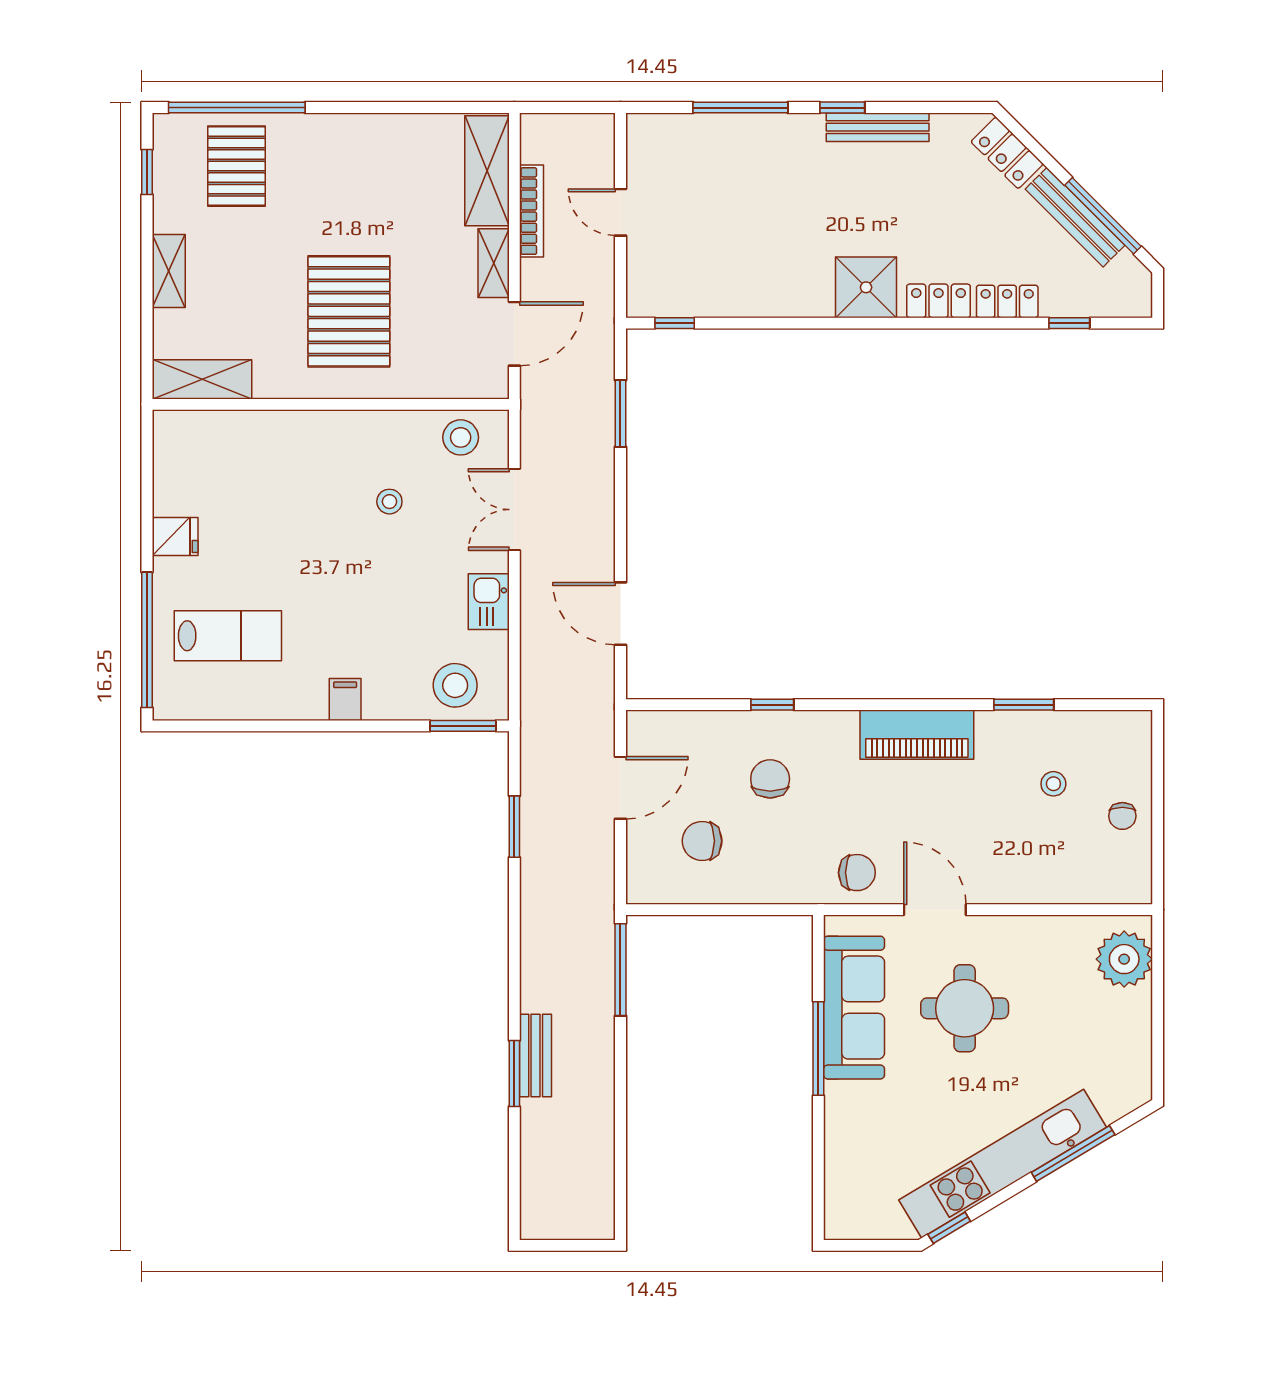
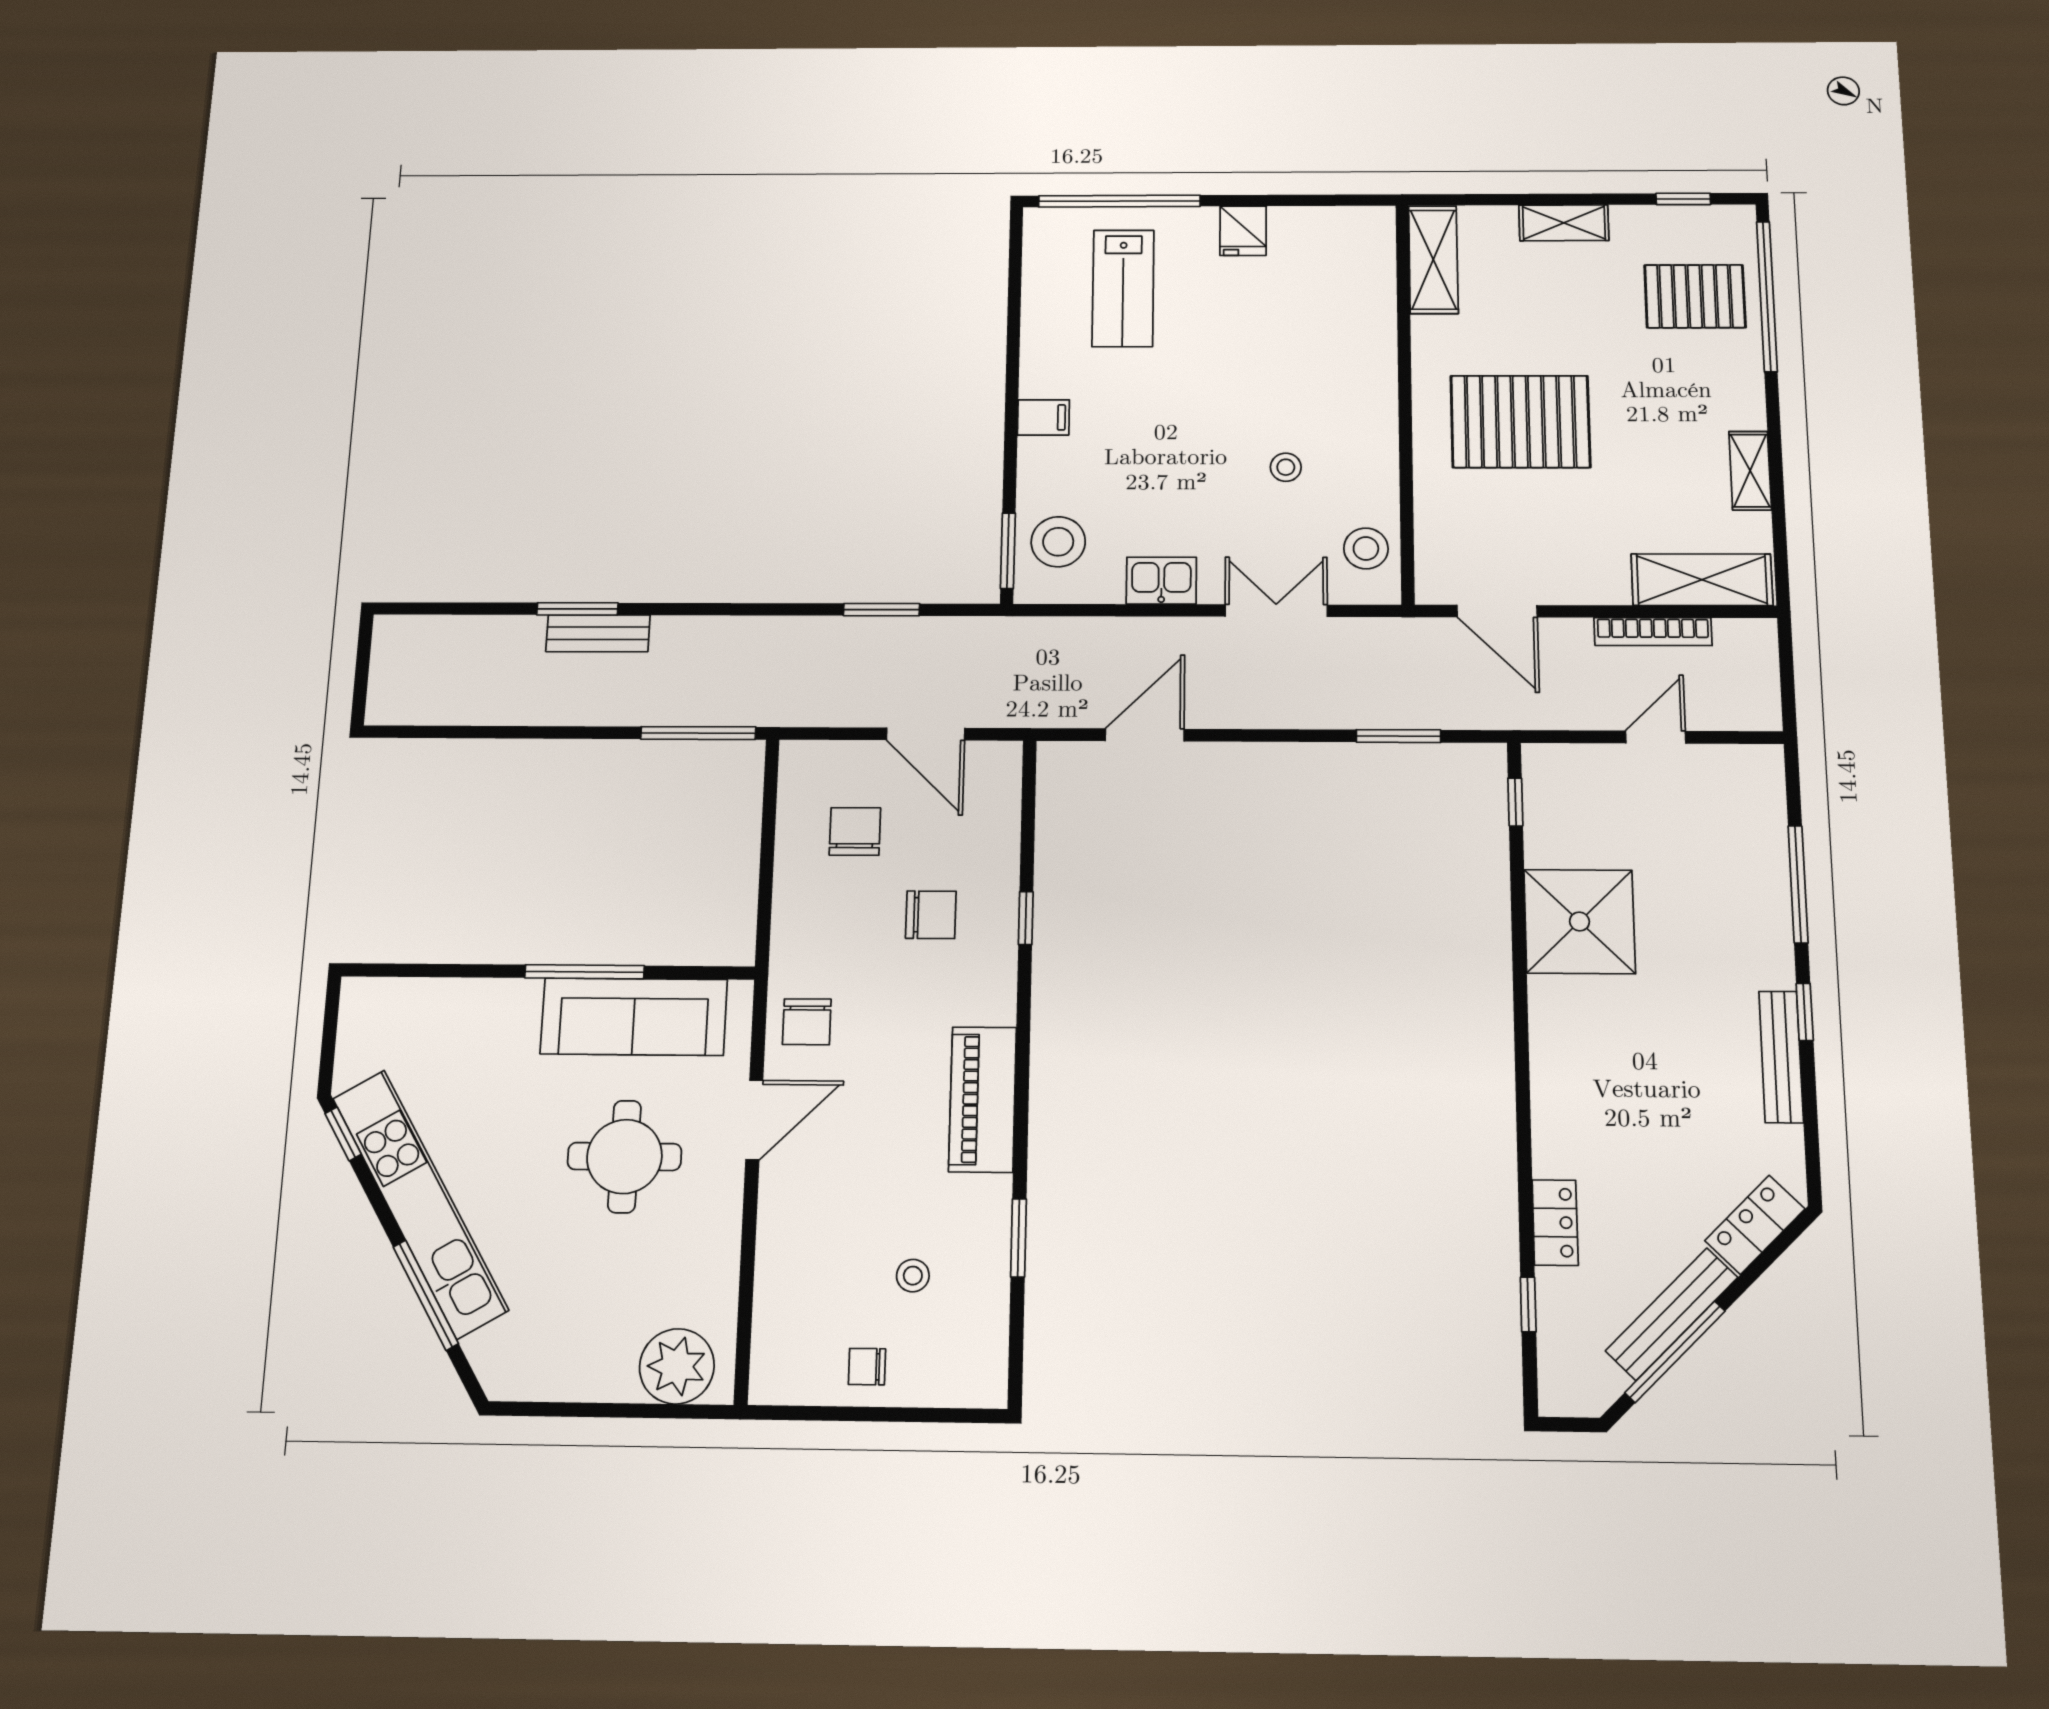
shelving: (494, 263) -> (1750, 471), moved, turned 90
shower: (866, 287) -> (1580, 921), moved, width x1.37, depth x1.37
locker: (939, 301) -> (1553, 1133), removed

